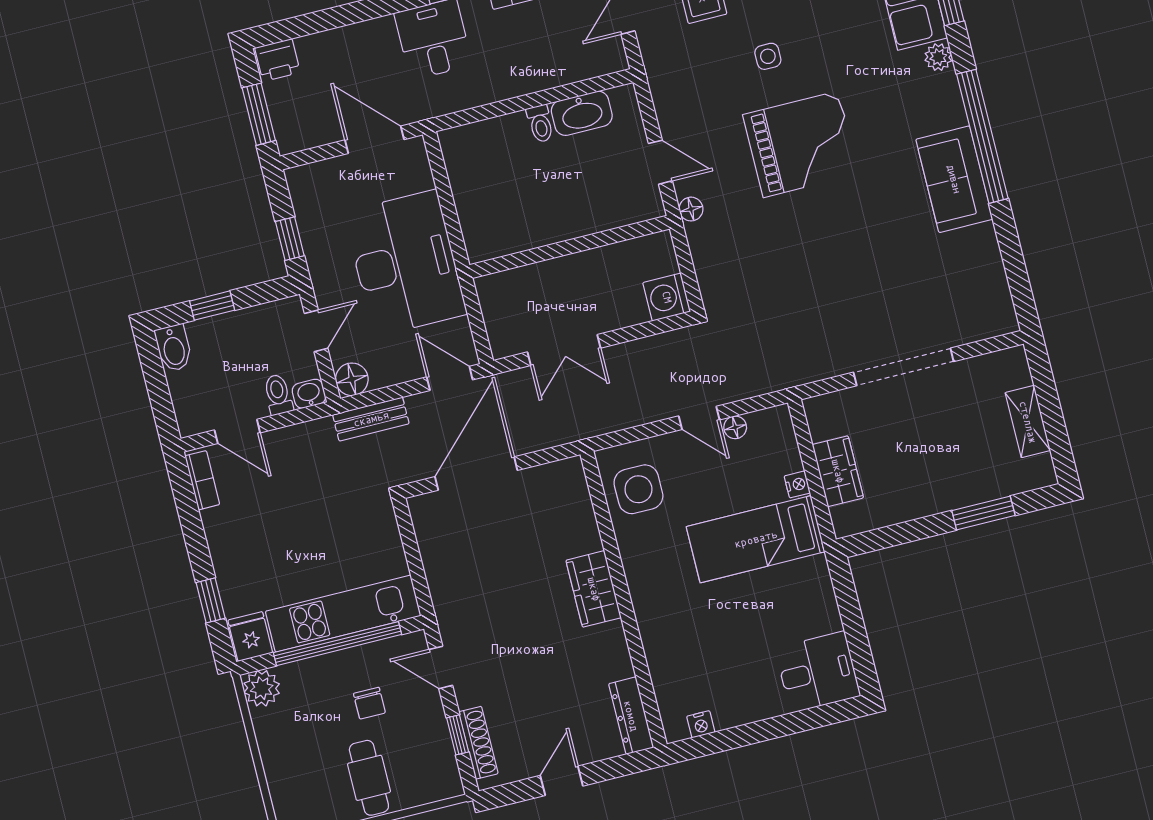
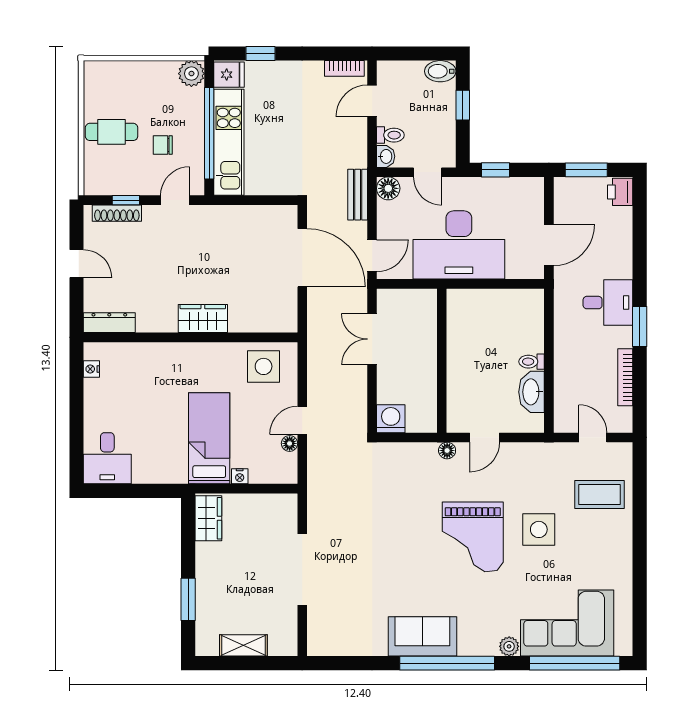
side table: (768, 56) -> (539, 529), width x1.87, depth x1.87
wardrobe: (838, 471) -> (208, 518), moved, turned -90

